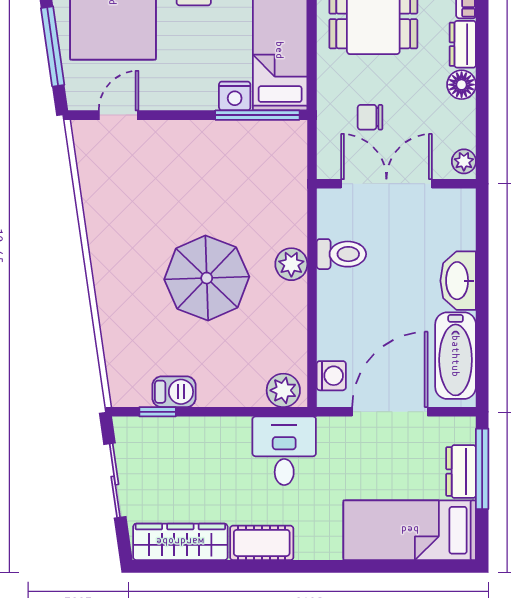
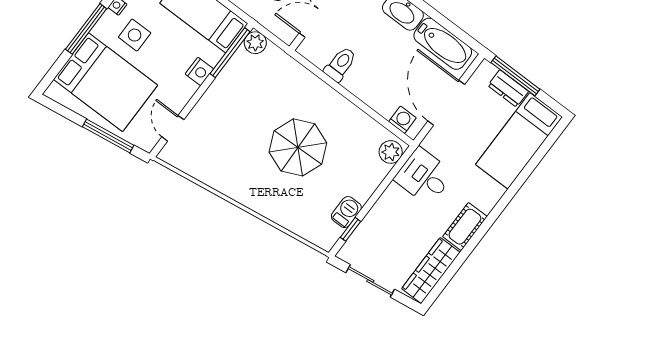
nightstand: (235, 96) -> (199, 71), moved
plant: (291, 264) -> (255, 43), moved

